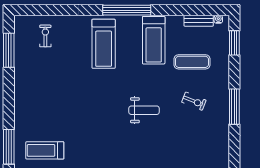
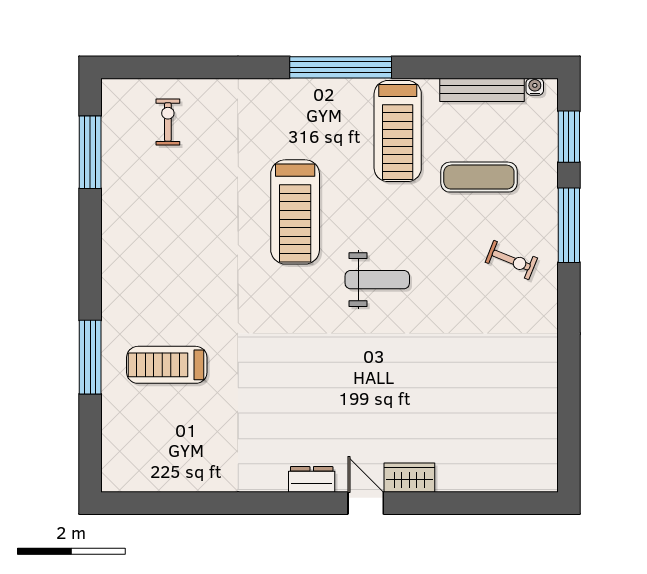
bench: (199, 21) -> (482, 90), width x1.36
treadmill: (104, 44) -> (295, 212), moved
exercise bike: (194, 101) -> (511, 260), moved
window: (234, 107) -> (569, 225), moved

